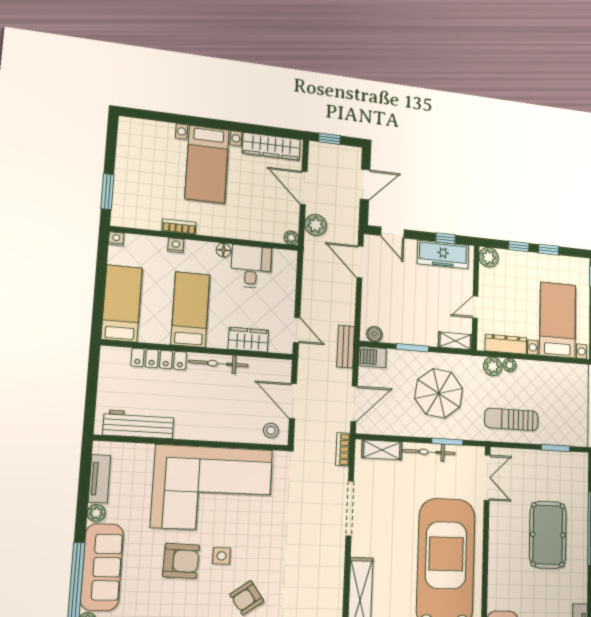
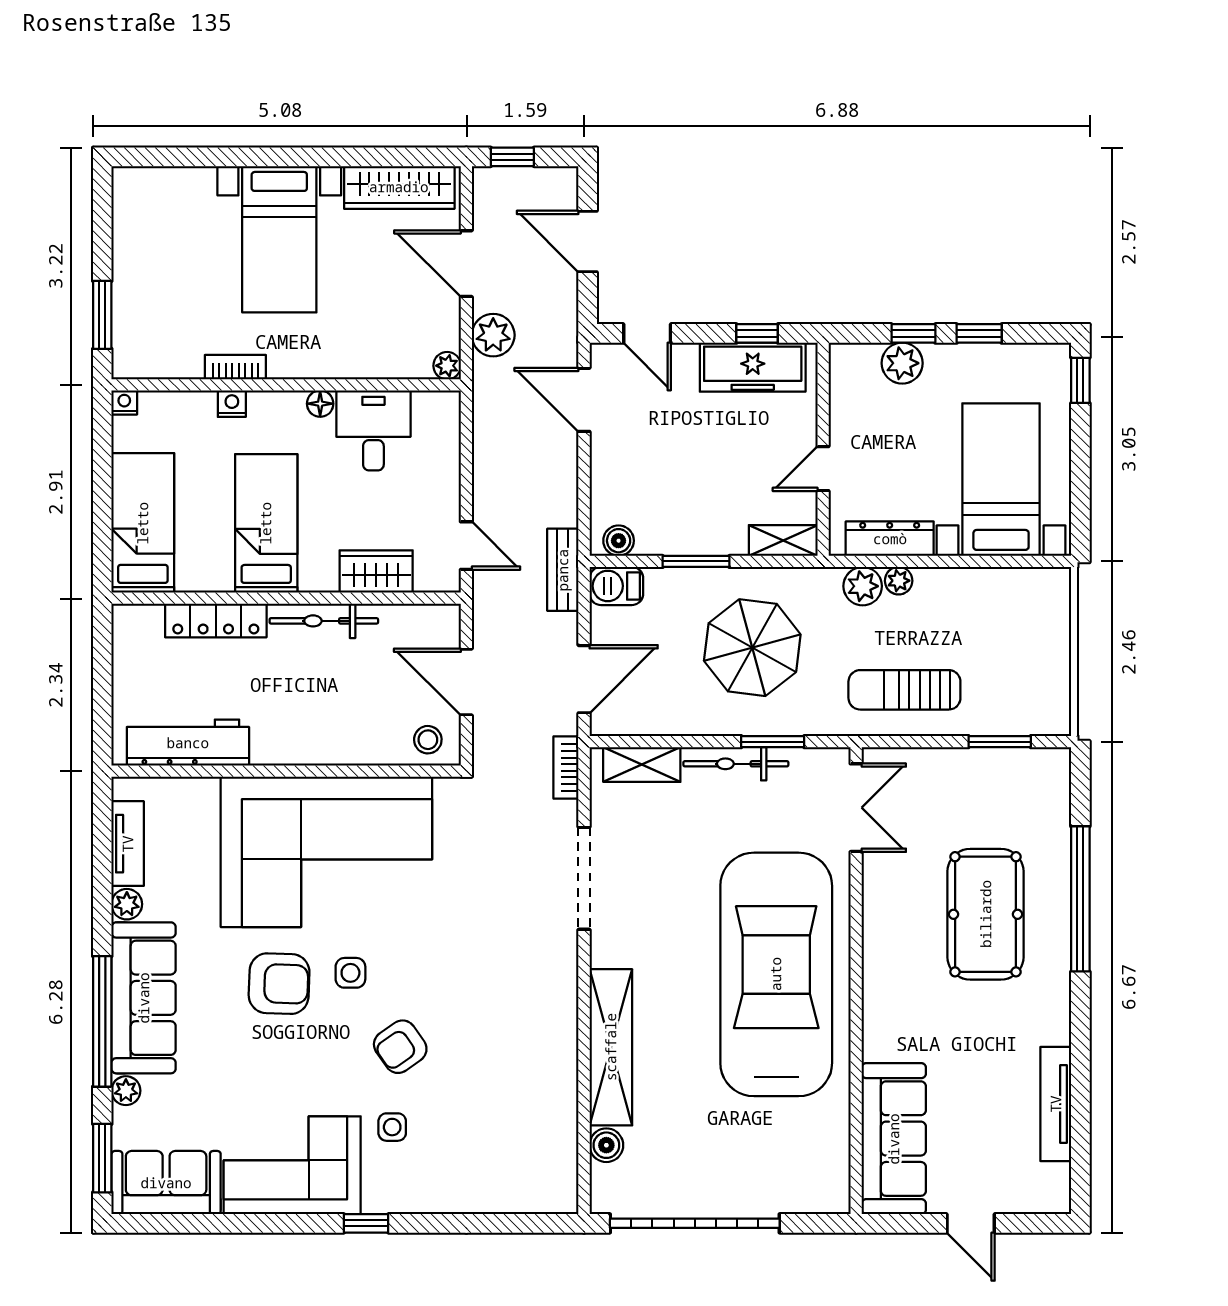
door: (365, 184) -> (588, 242), swing flipped
plant: (489, 257) -> (902, 363), moved

